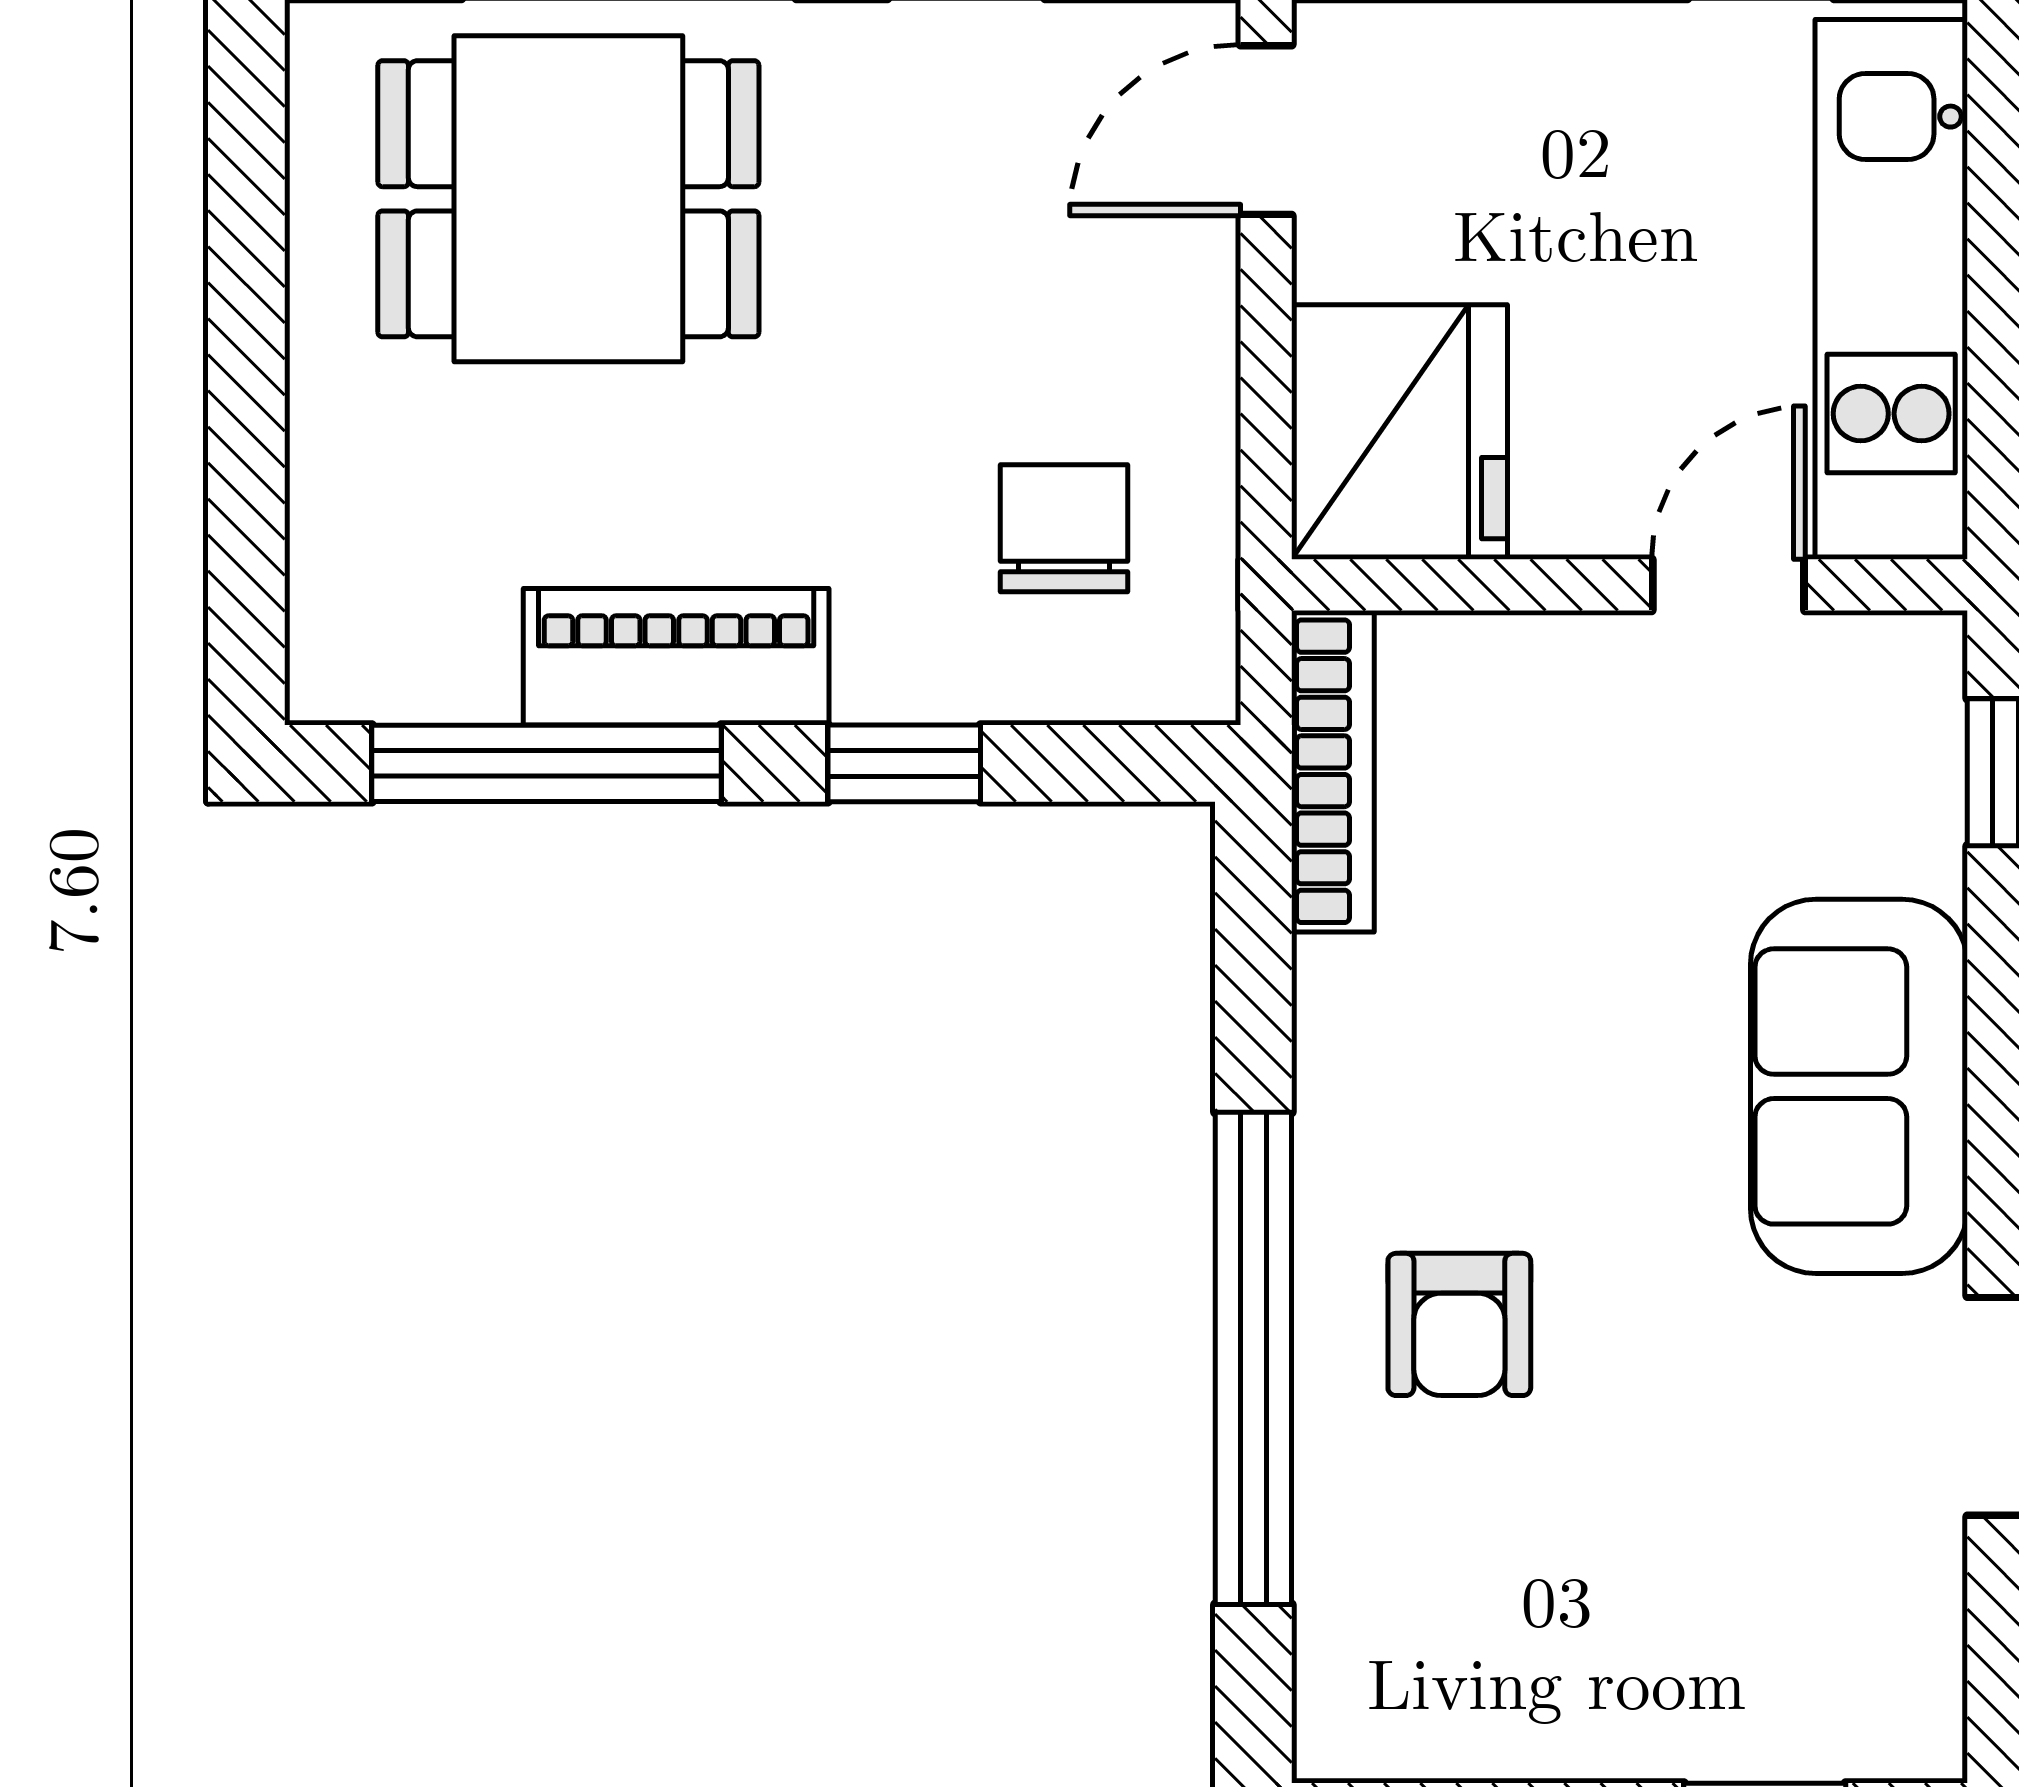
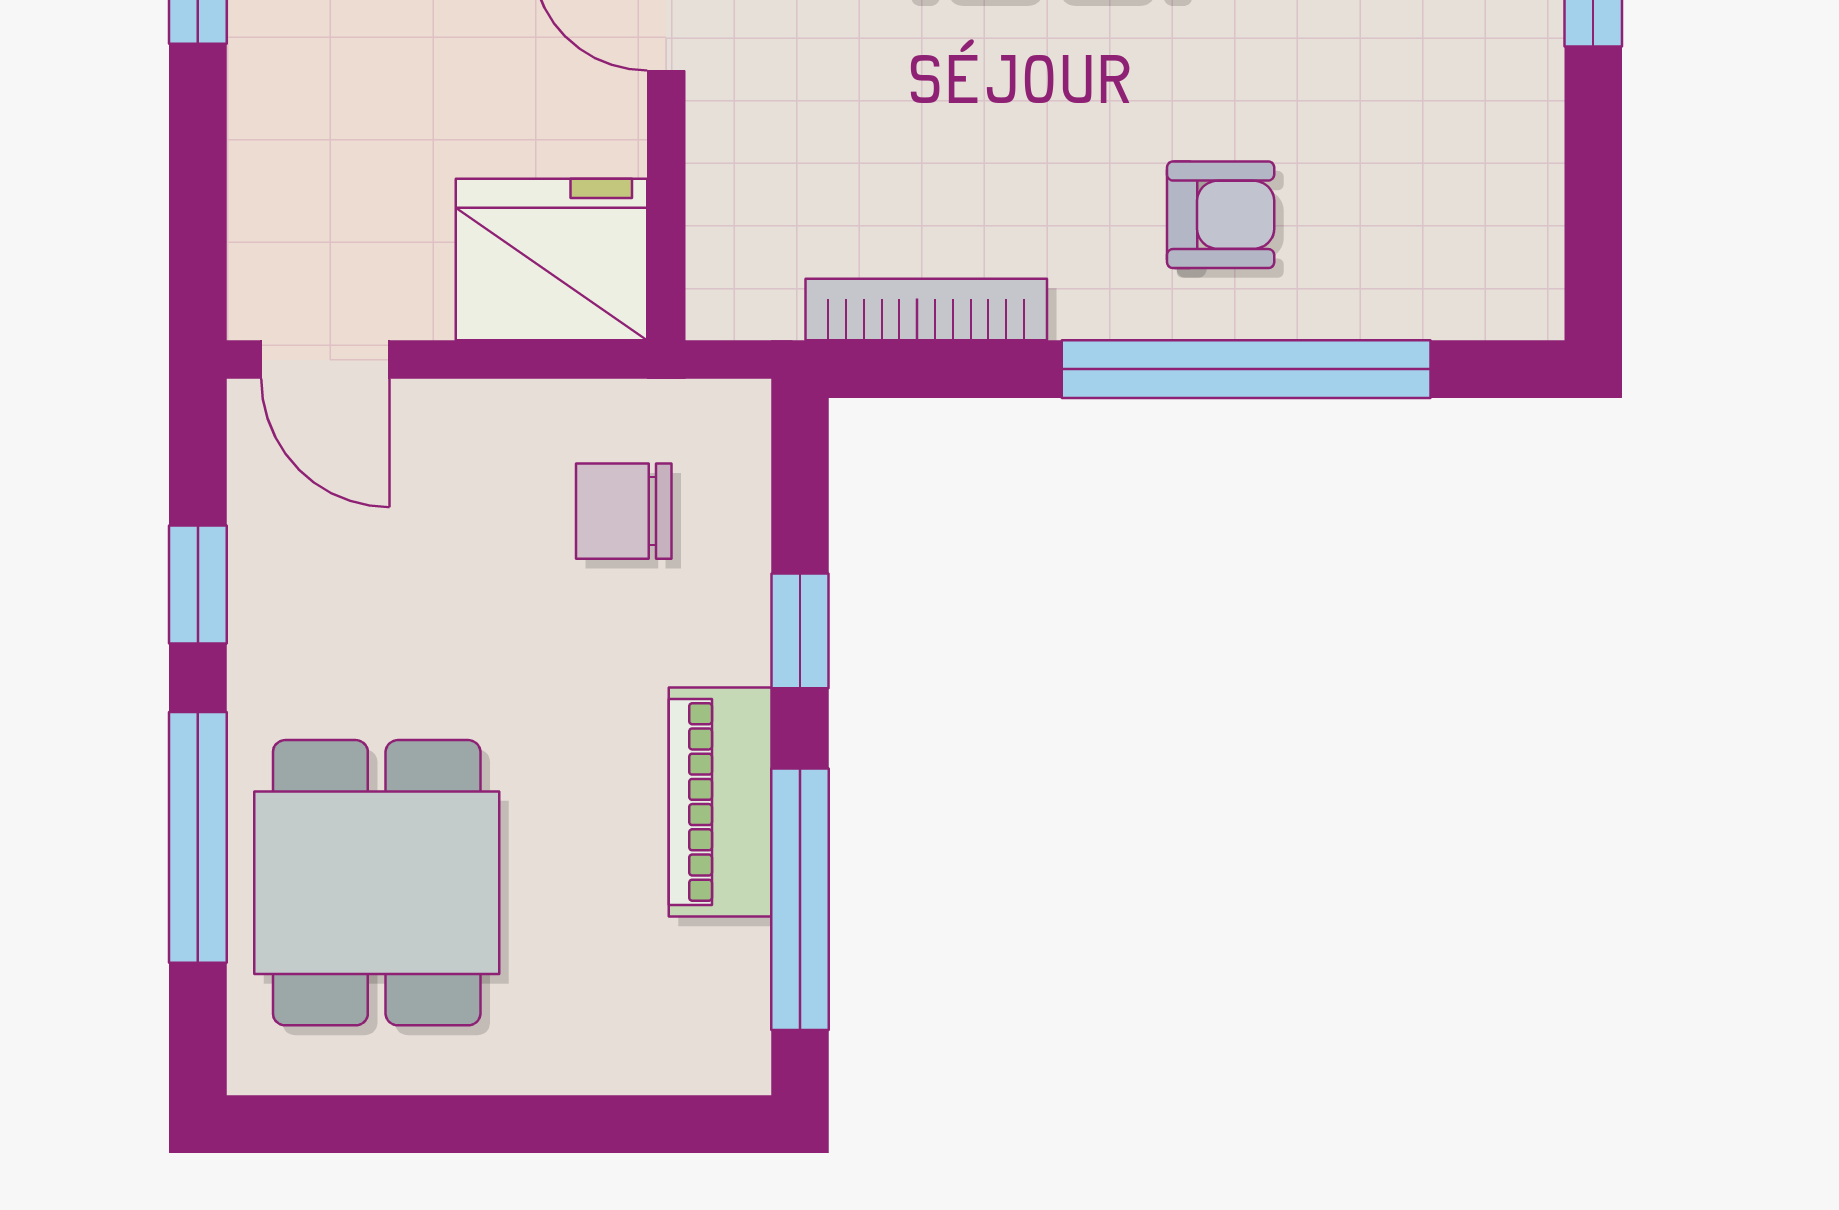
bookcase: (1333, 771) -> (926, 310), moved

